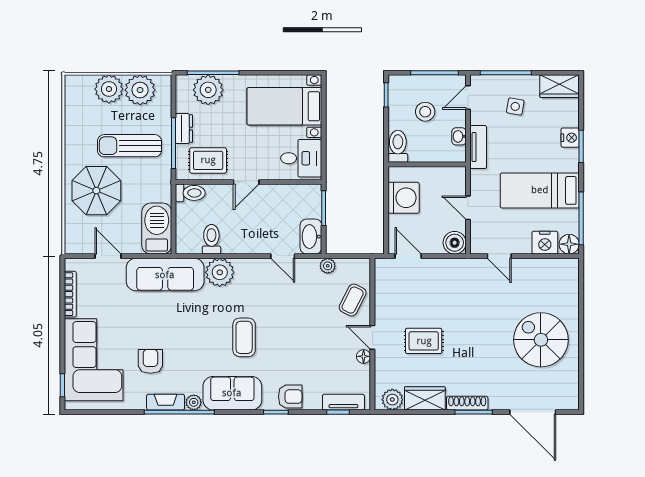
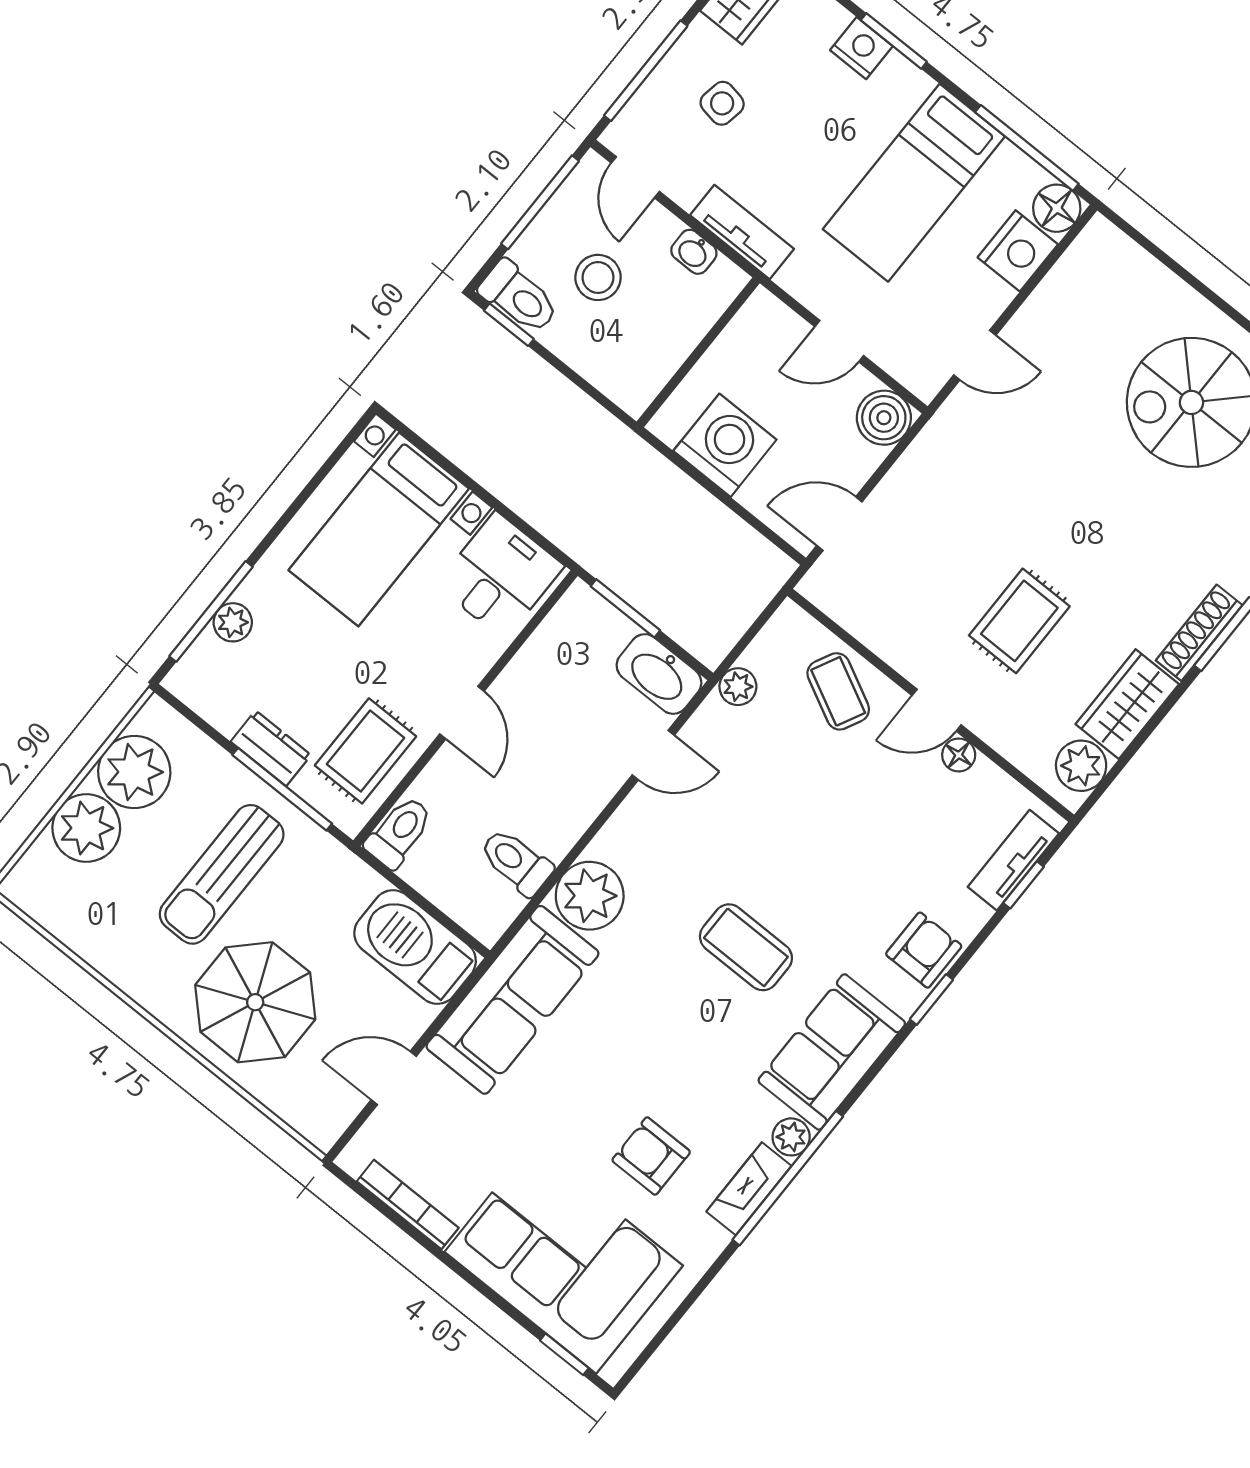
plant: (208, 90) -> (233, 622), width x0.53, depth x0.53
toilet: (398, 146) -> (519, 297), moved, turned 180

